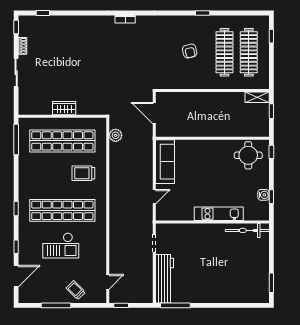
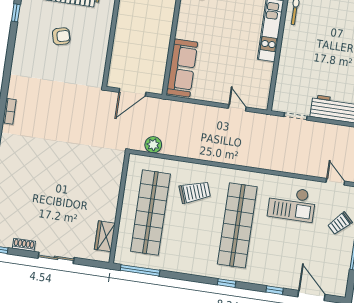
wardrobe: (64, 108) -> (105, 236), moved
sofa: (165, 162) -> (182, 68), moved, turned 90
trolley: (83, 173) -> (195, 192), turned -110
checkout: (61, 245) -> (292, 204), moved, turned 90

